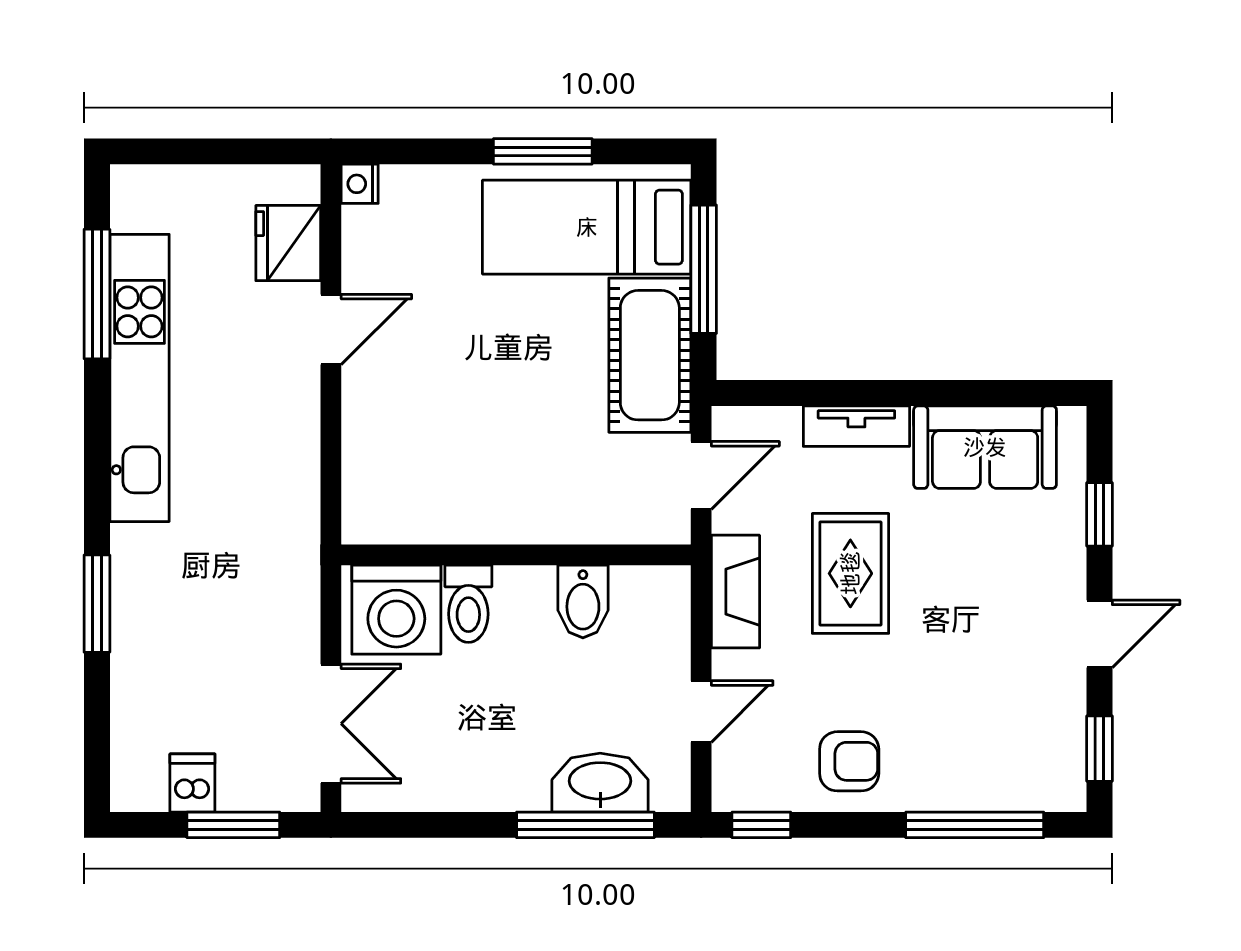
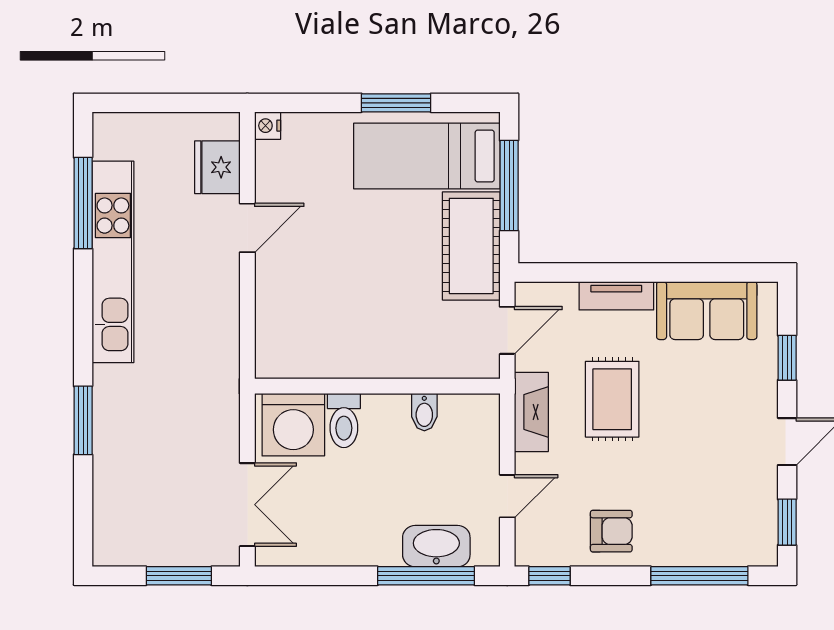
bidet: (583, 602) -> (424, 412), width x0.72, depth x0.74
dishwasher: (192, 783) -> (150, 546), removed

